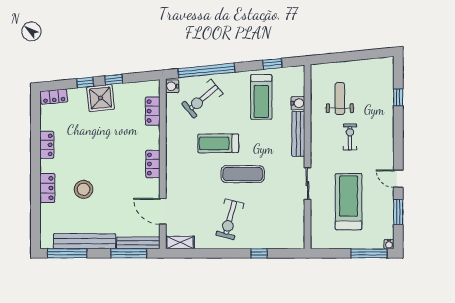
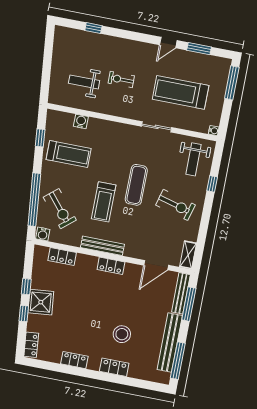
bench: (298, 134) -> (102, 246), moved
weight bench: (281, 229) -> (193, 159), added
water cooler: (389, 244) -> (214, 131), moved

